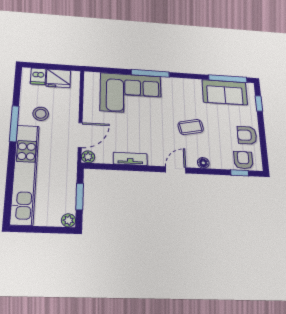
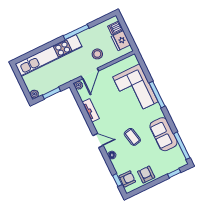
sofa: (225, 92) -> (163, 134), moved
stool: (41, 114) -> (97, 54), moved
door: (80, 135) -> (90, 74), hinge flipped

